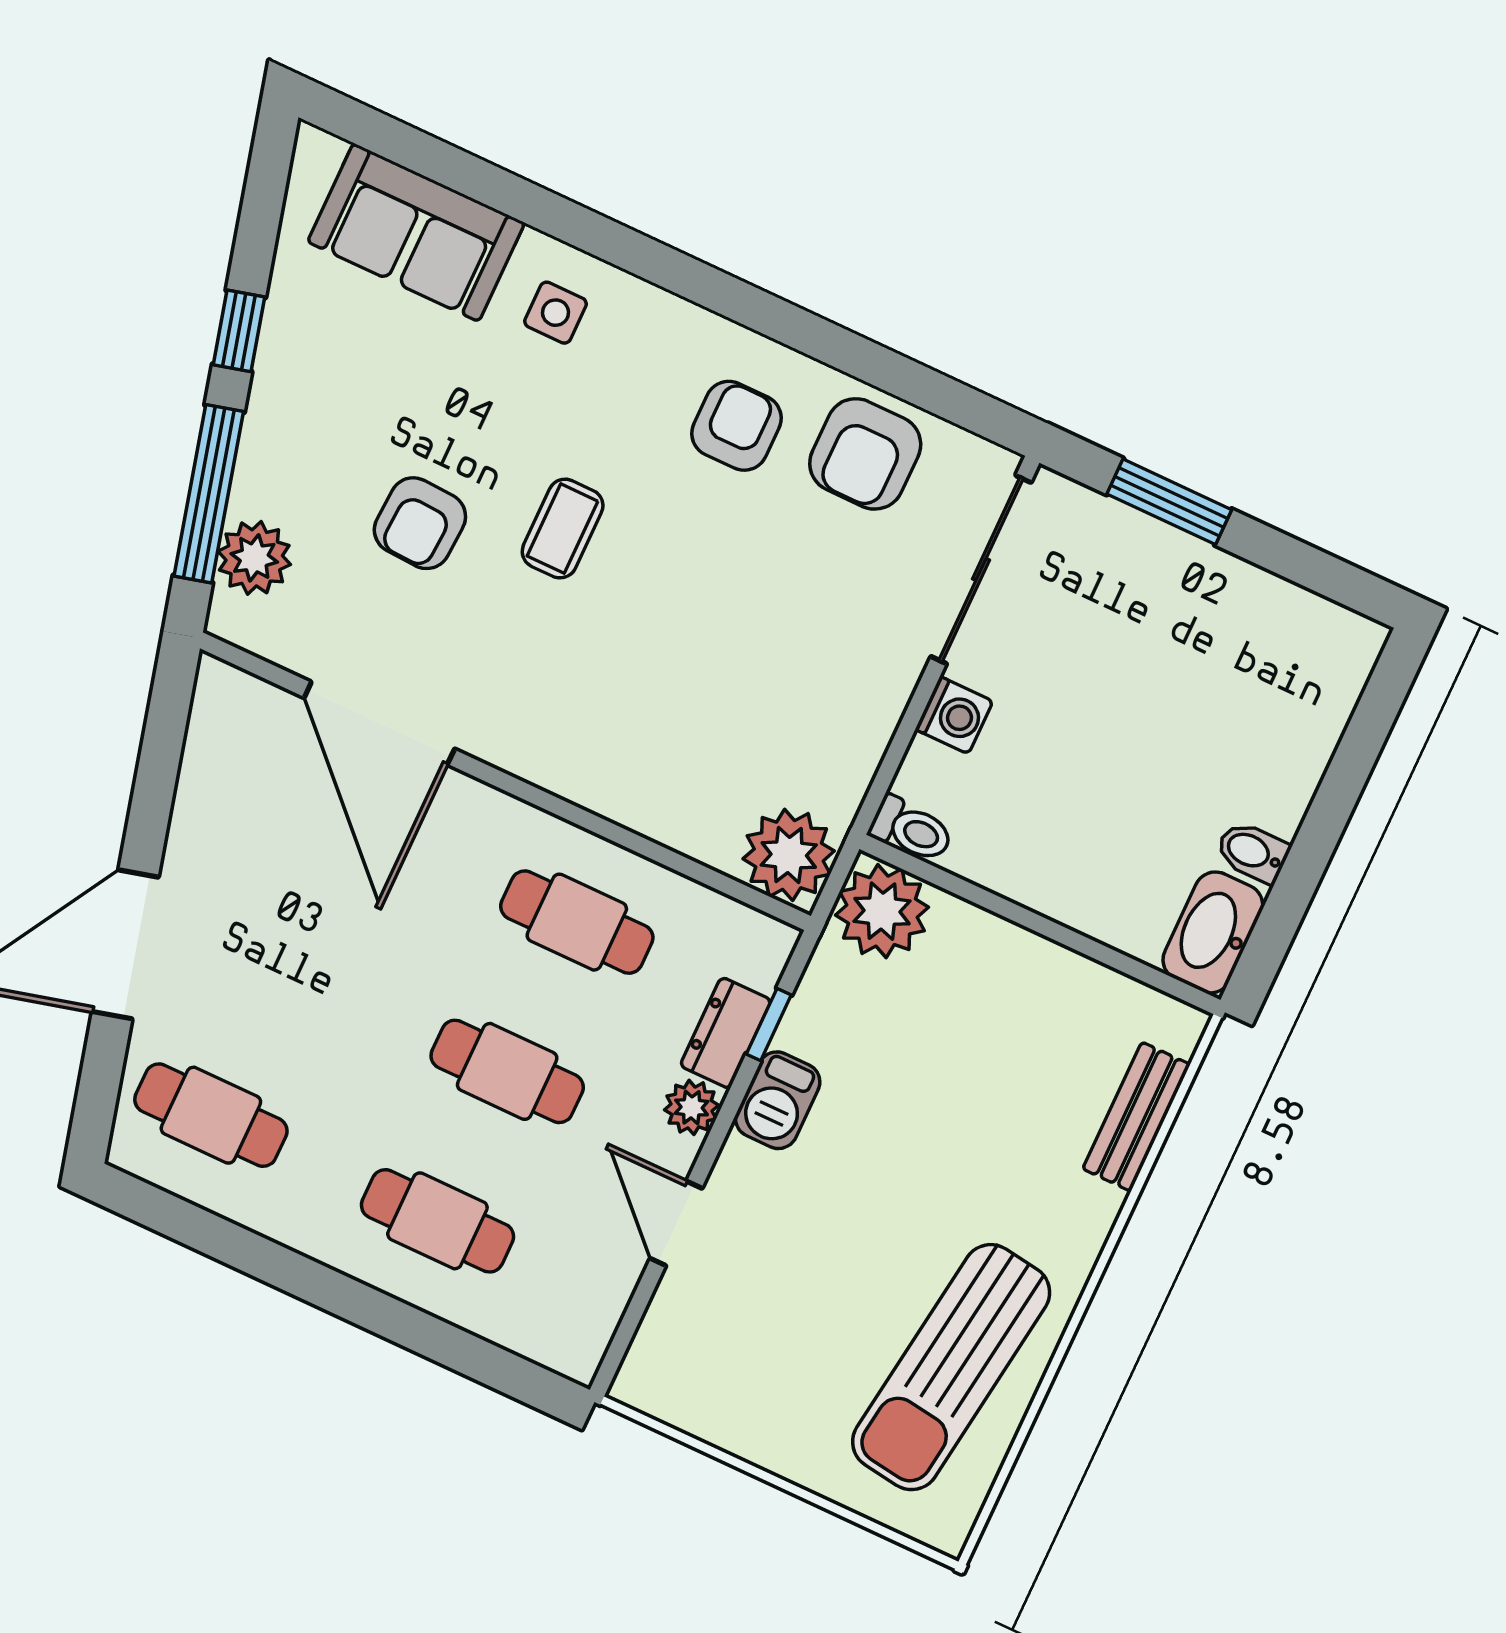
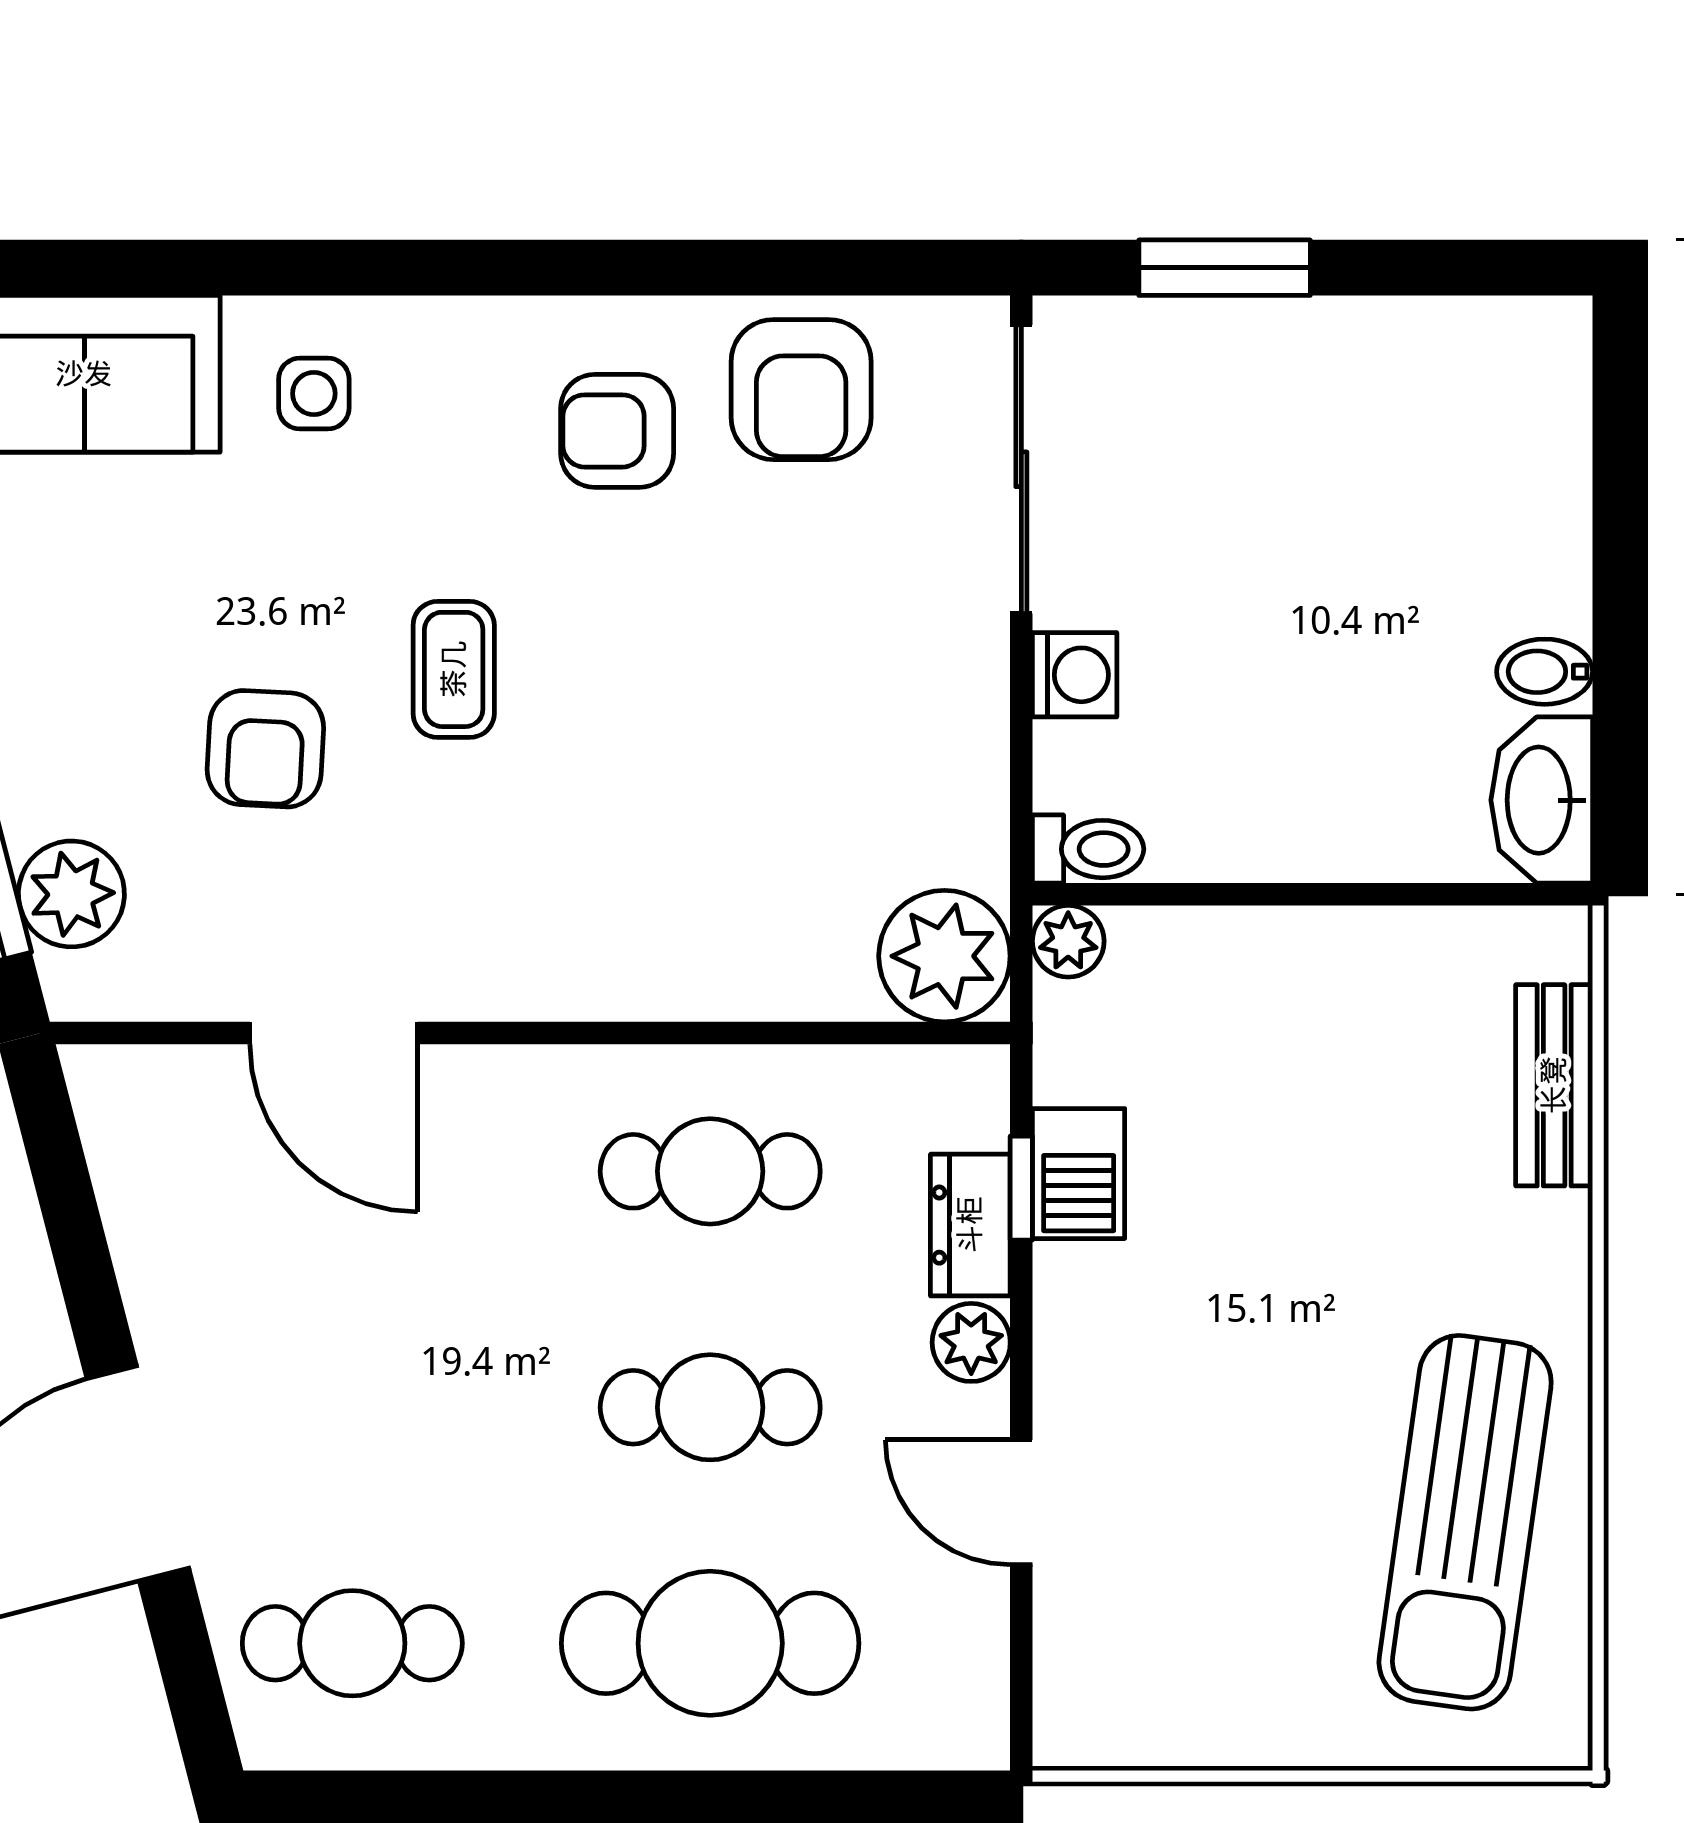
armchair: (736, 426) -> (617, 431), turned -90
door: (379, 723) -> (334, 1033), width x0.73
plant: (882, 911) -> (1068, 941), width x0.53, depth x0.53
barbecue: (778, 1100) -> (1079, 1174), moved
cafe table: (437, 1221) -> (710, 1643), width x1.37, depth x1.35

